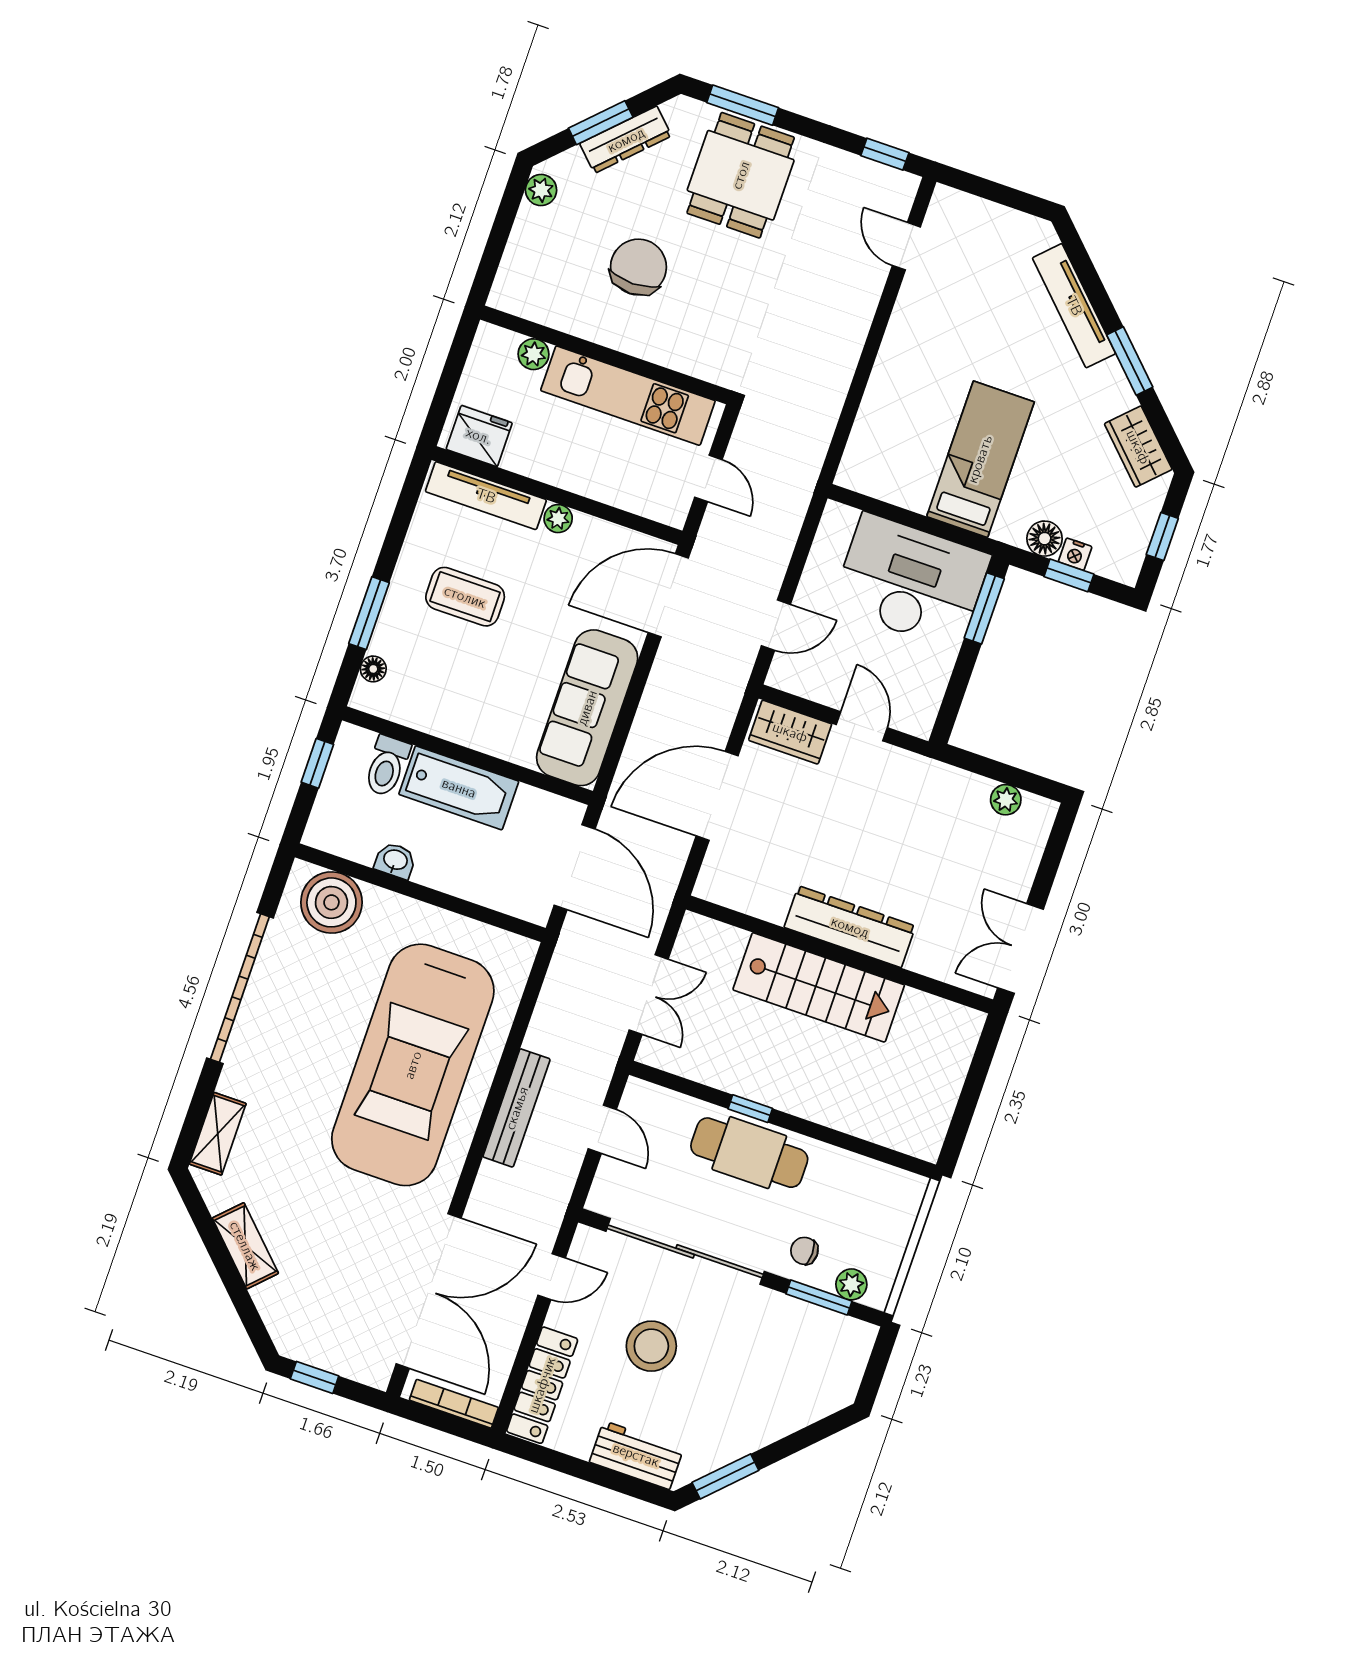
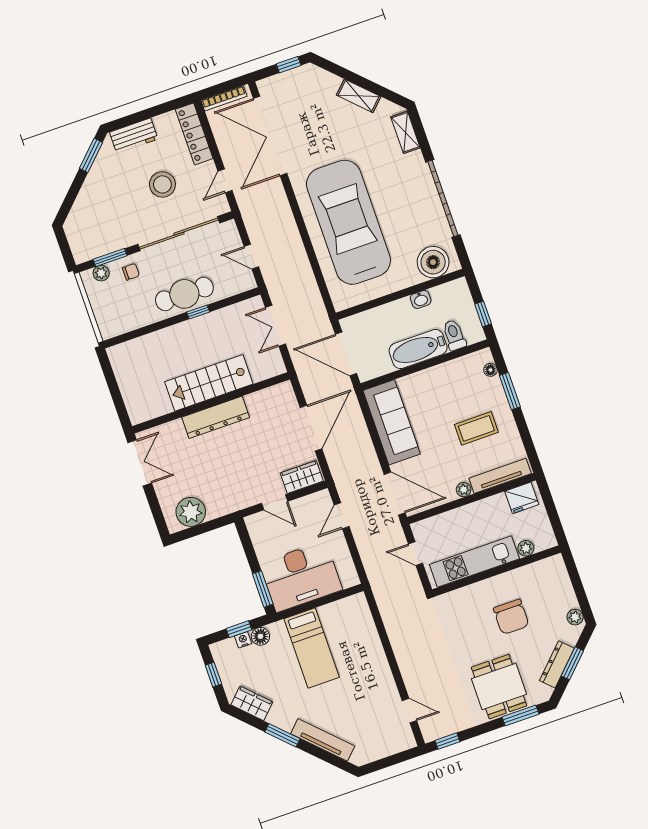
door: (668, 595) -> (395, 494), hinge flipped
plant: (1006, 800) -> (191, 512), width x1.87, depth x1.87
bench: (517, 1108) -> (293, 238), removed

